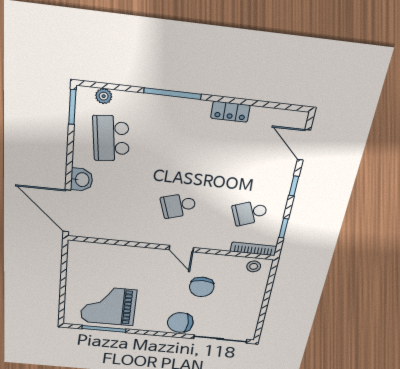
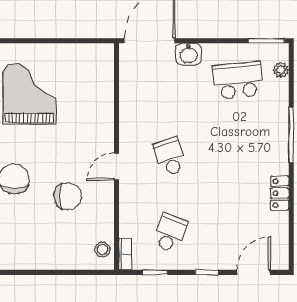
school desk: (250, 213) -> (170, 233), turned 42
bookcase: (253, 249) -> (125, 254), width x0.64
chair: (202, 287) -> (68, 196), turned 180

